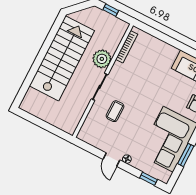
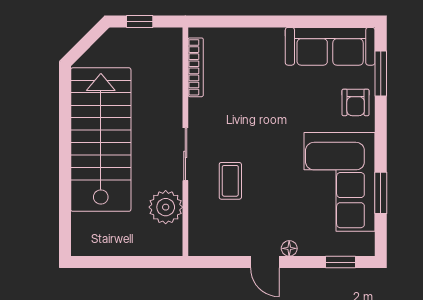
plant: (102, 59) -> (166, 207), moved

